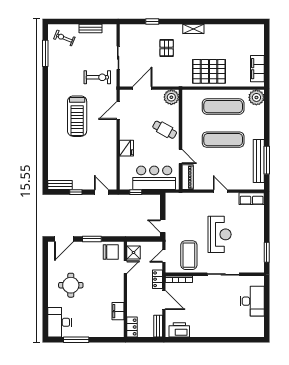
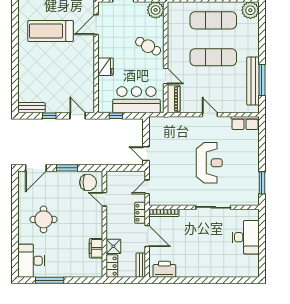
treadmill: (77, 116) -> (51, 31), turned 90
shower: (133, 253) -> (113, 246), moved
coffee table: (189, 255) -> (175, 186), removed
door: (125, 267) -> (104, 199), swing flipped

